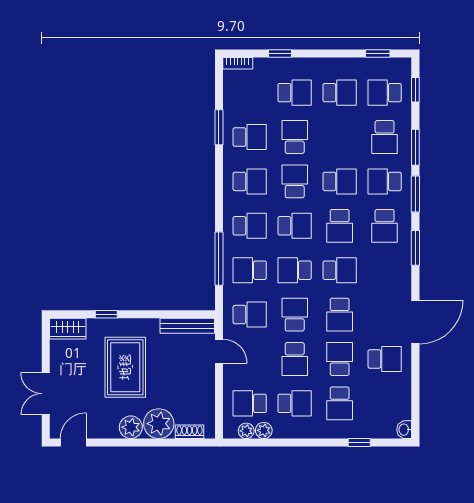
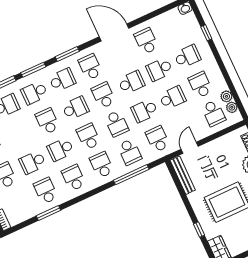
school desk: (385, 181) -> (34, 93), turned 90
school desk: (385, 270) -> (90, 67), added

